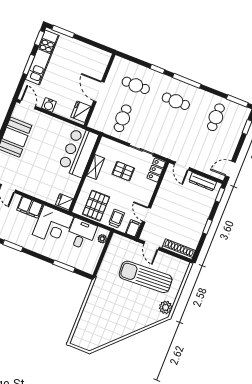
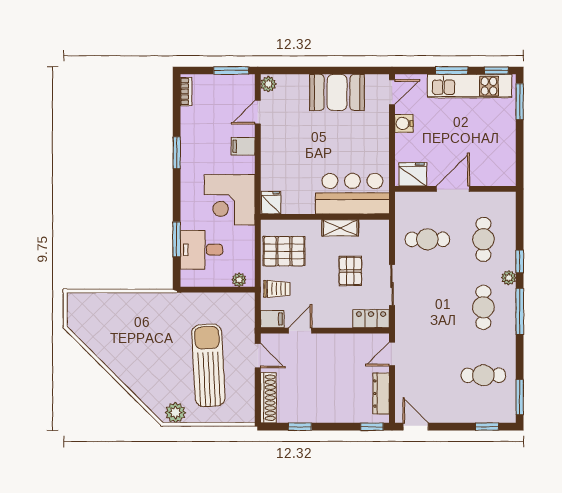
plant: (164, 79) -> (509, 278), added
filing cabinet: (30, 207) -> (243, 146), width x0.50
window: (207, 227) -> (300, 427), moved
desk: (81, 234) -> (201, 250), moved, turned 180
door: (151, 246) -> (258, 356), swing flipped

